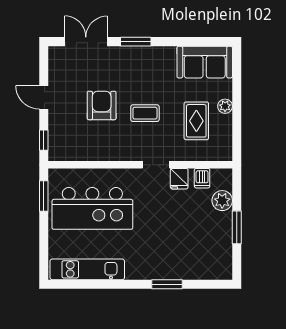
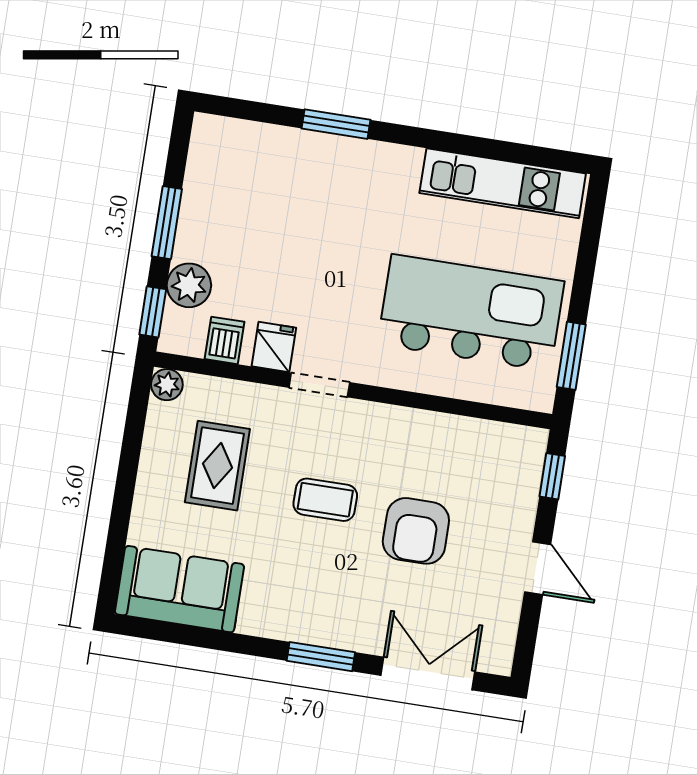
double door: (86, 42) -> (428, 674), swing flipped
plant: (225, 106) -> (167, 385), moved
window: (237, 186) -> (153, 312), added

